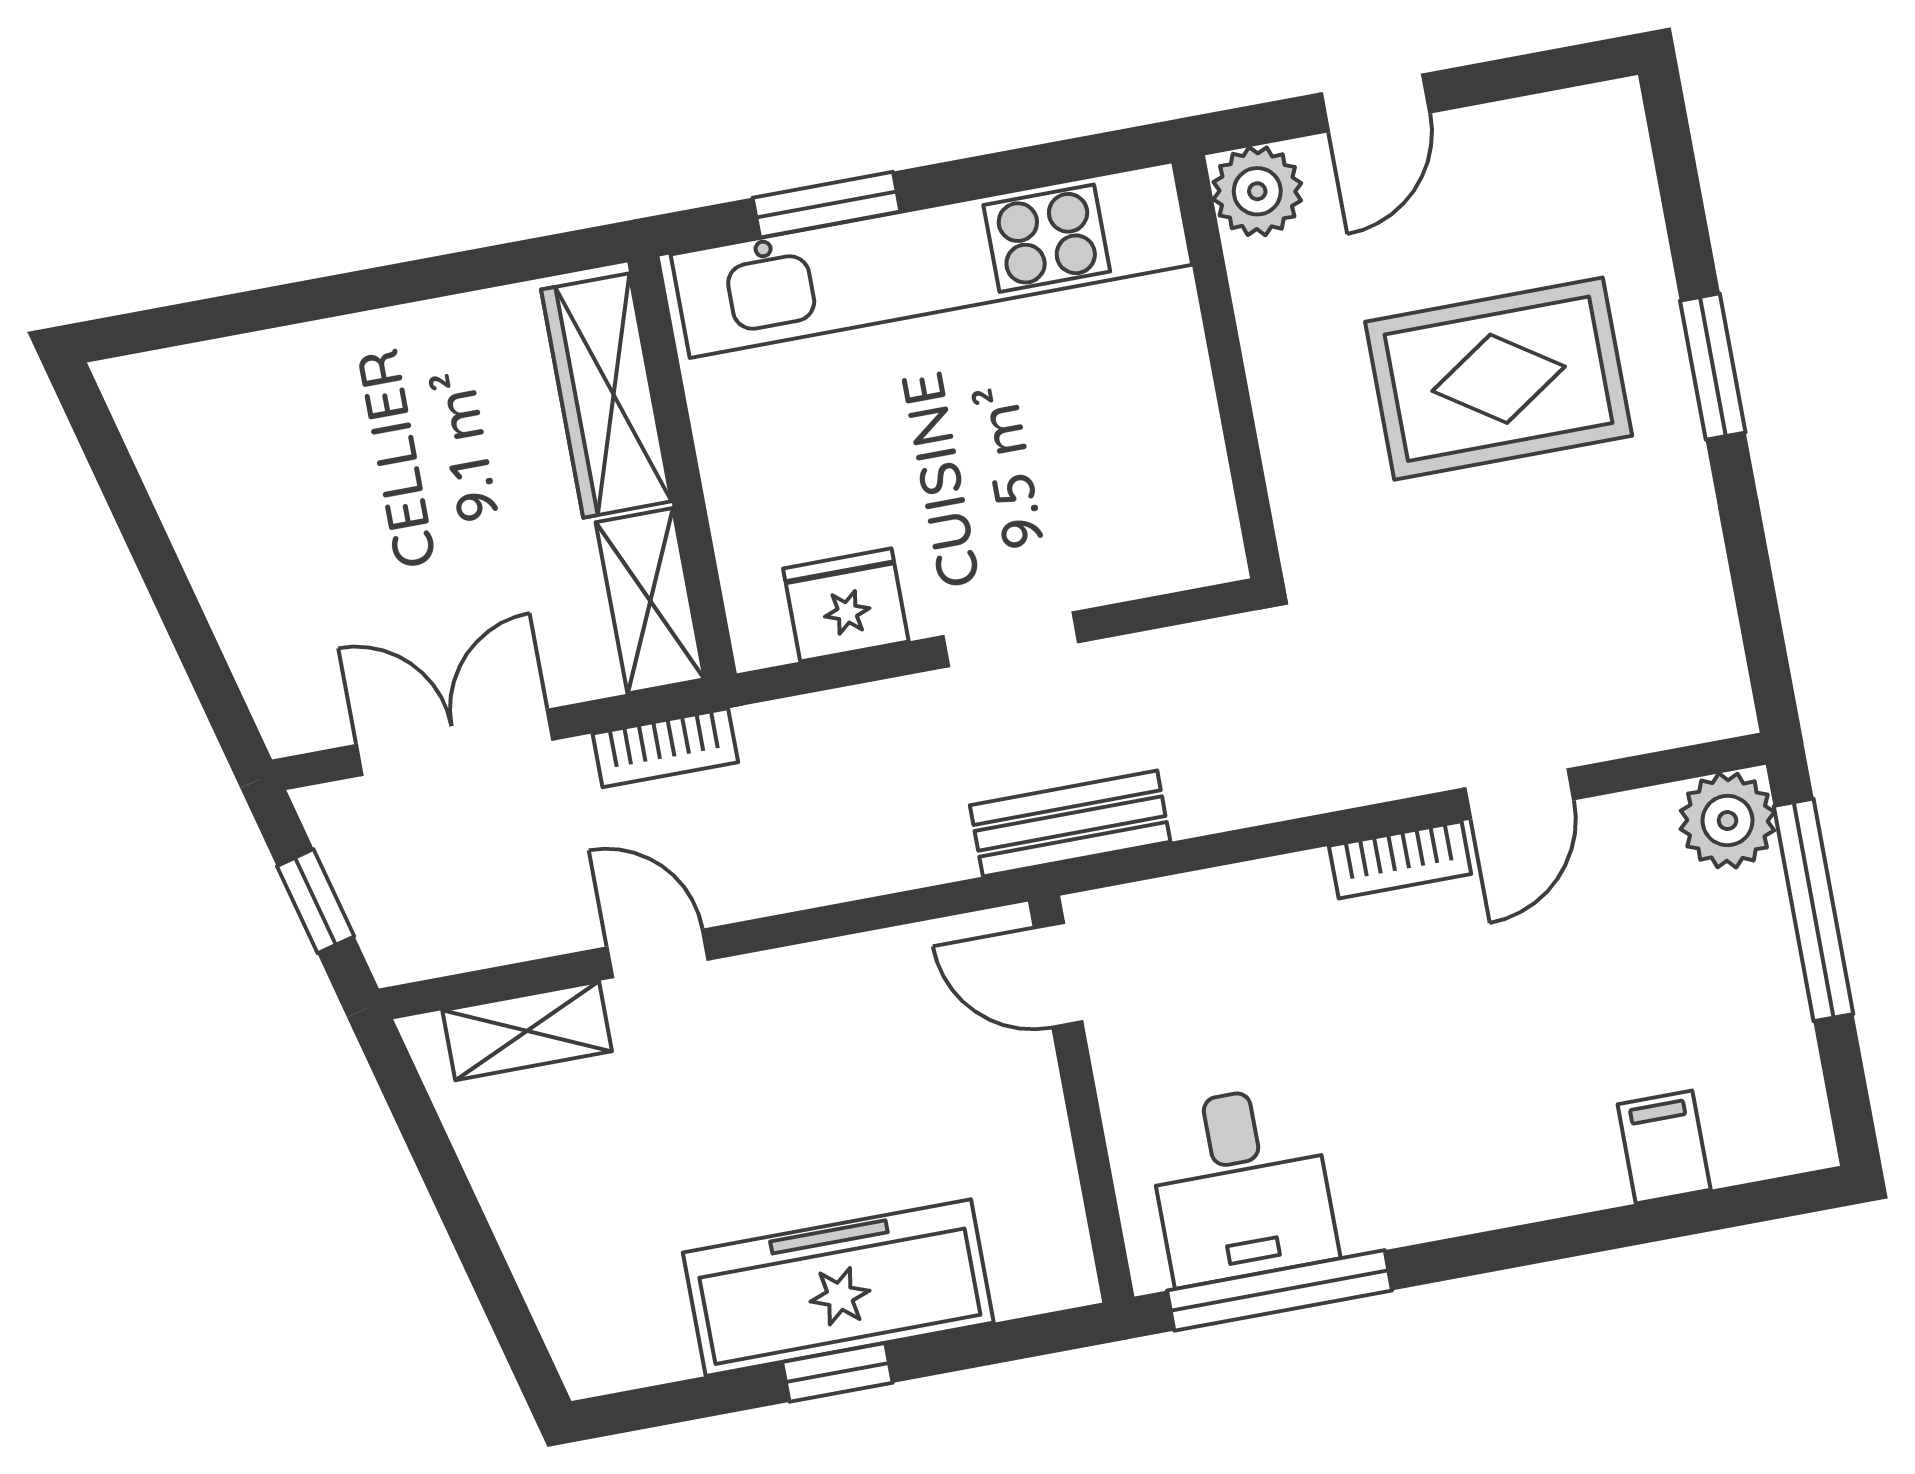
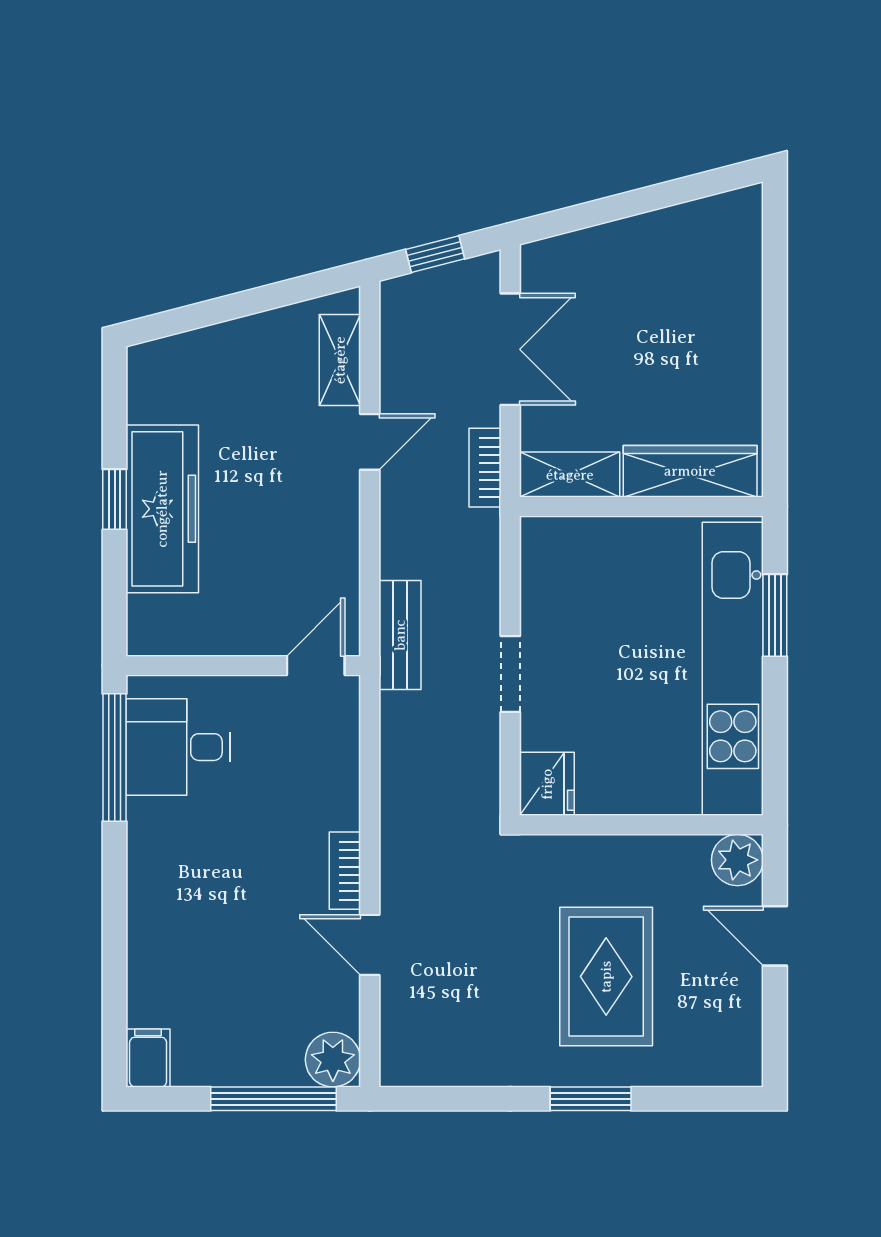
fridge: (846, 605) -> (547, 784), moved
bench: (1070, 824) -> (400, 635), moved
filing cabinet: (1664, 1147) -> (148, 1058), moved, turned -90

